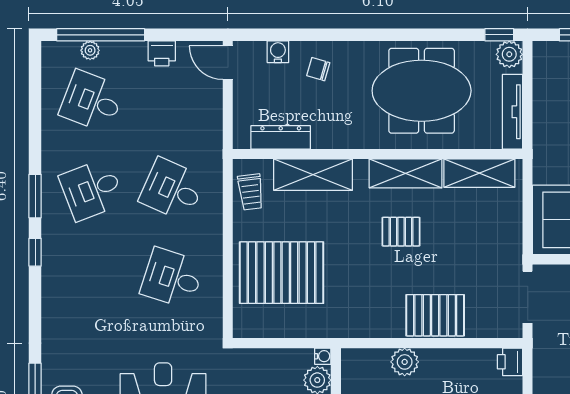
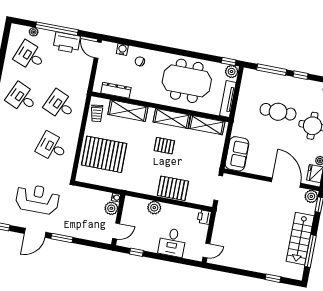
window: (101, 35) -> (57, 29), moved
printer: (162, 53) -> (67, 43), width x1.87, depth x1.48
desk: (92, 190) -> (22, 98), turned 45

